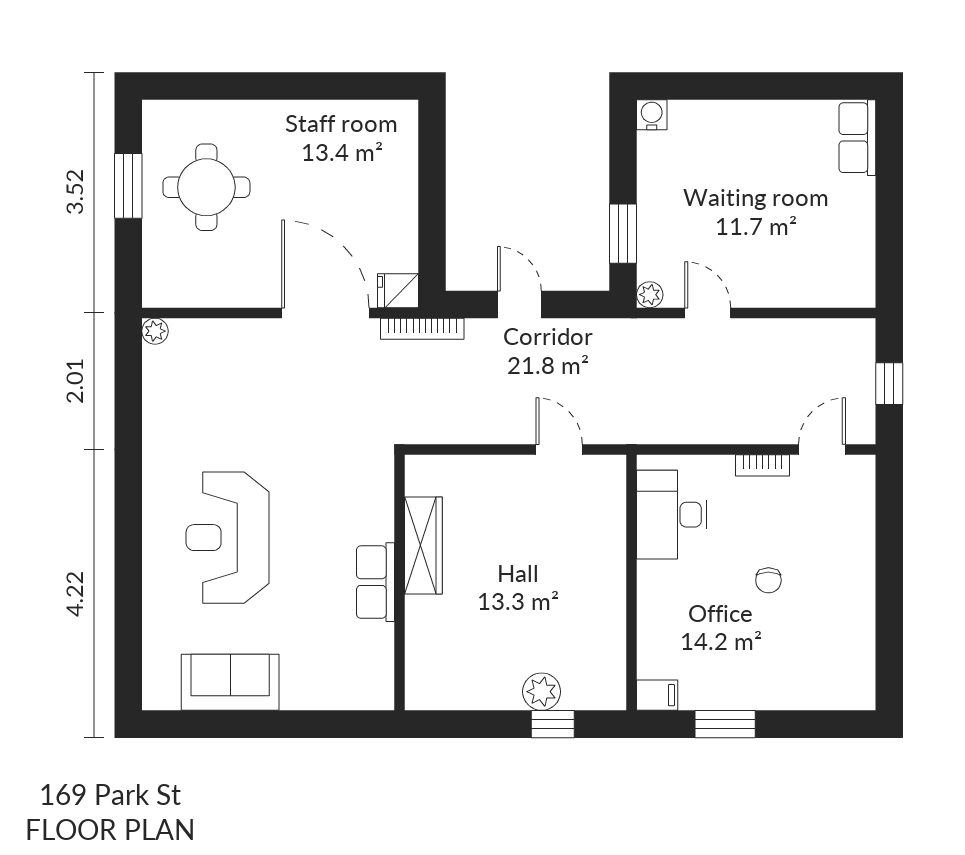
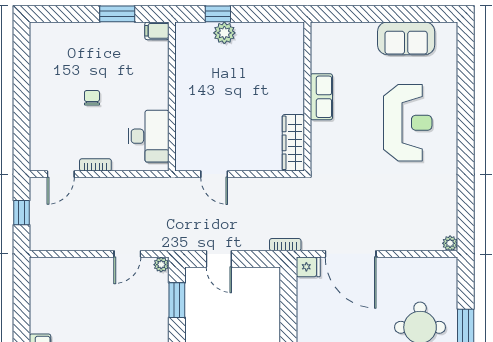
door: (519, 304) -> (219, 259), moved
door: (708, 313) -> (127, 254), hinge flipped
bookcase: (422, 329) -> (285, 245), width x0.64
wardrobe: (423, 545) -> (293, 143), moved

